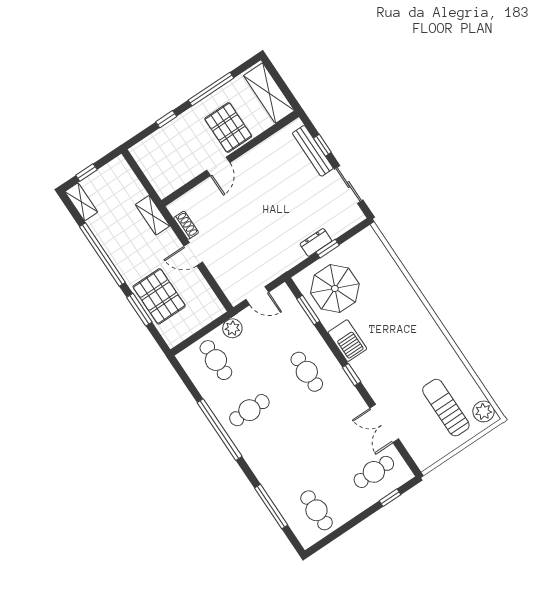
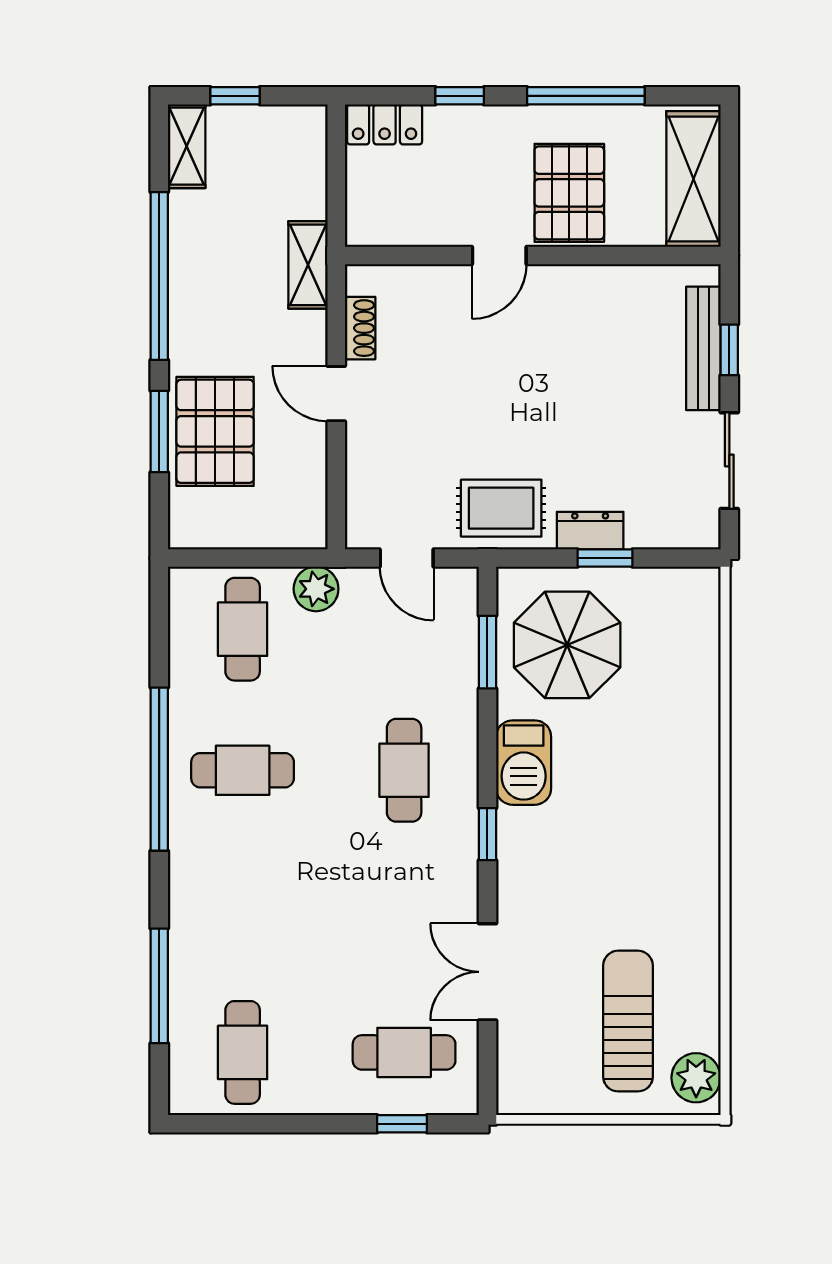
locker: (146, 147) -> (385, 124), added
rug: (279, 256) -> (501, 508), added

